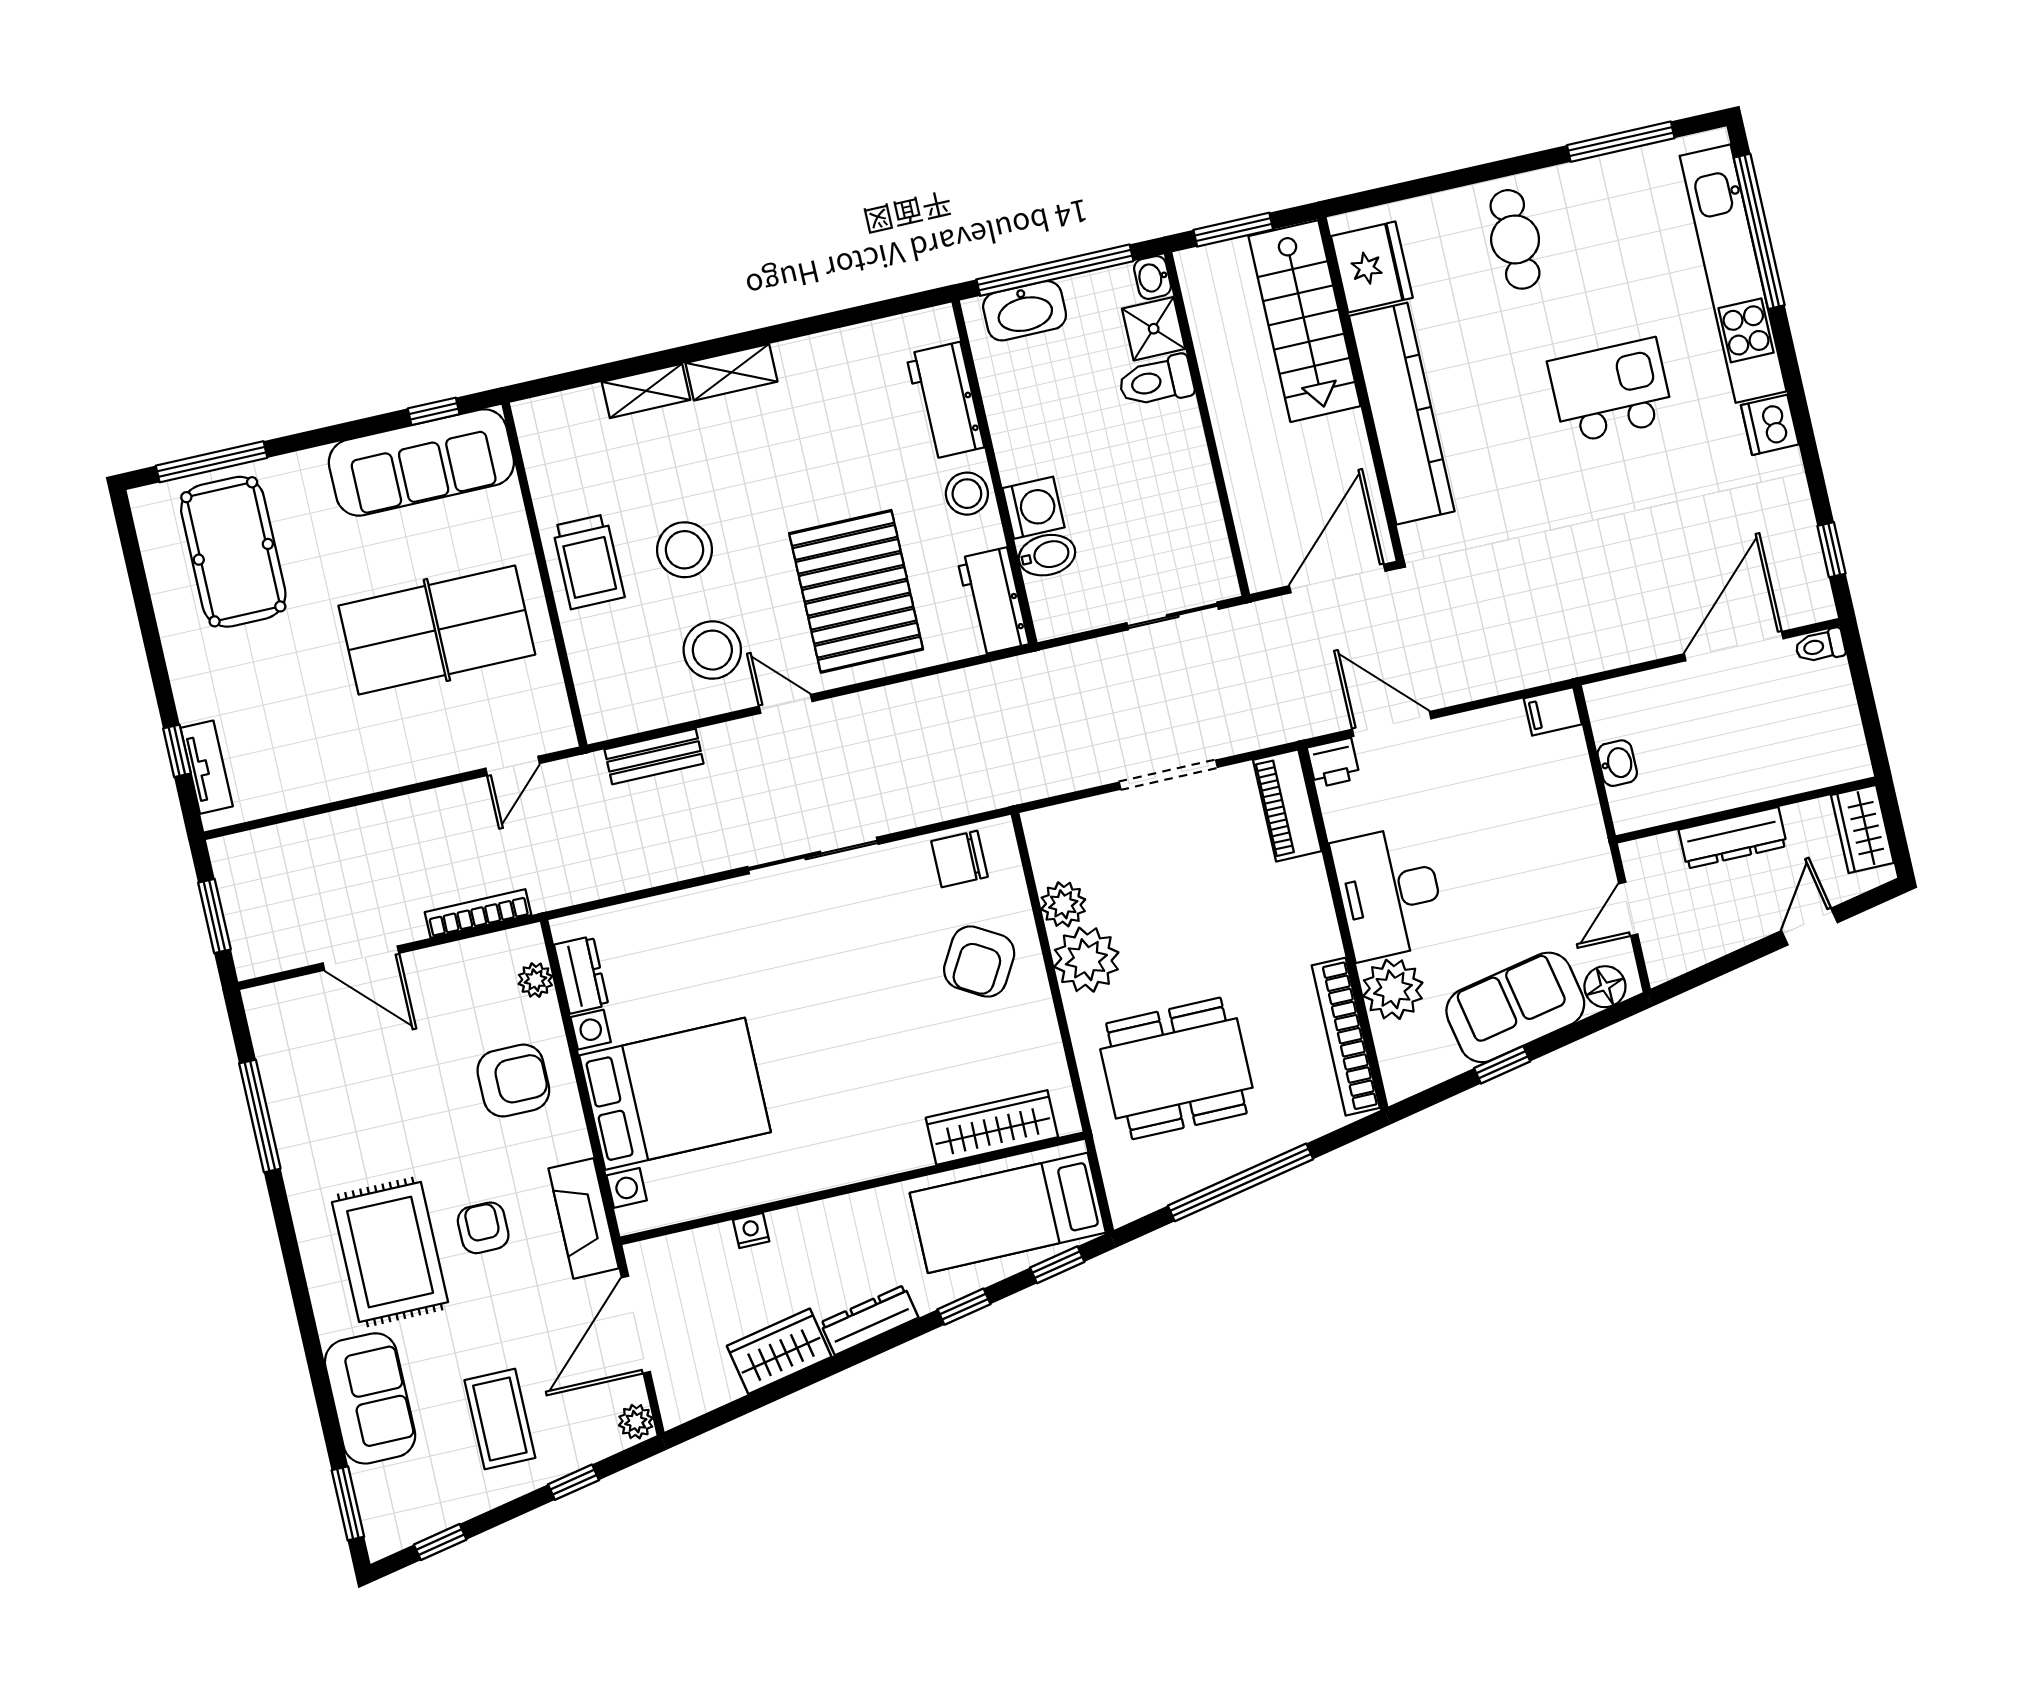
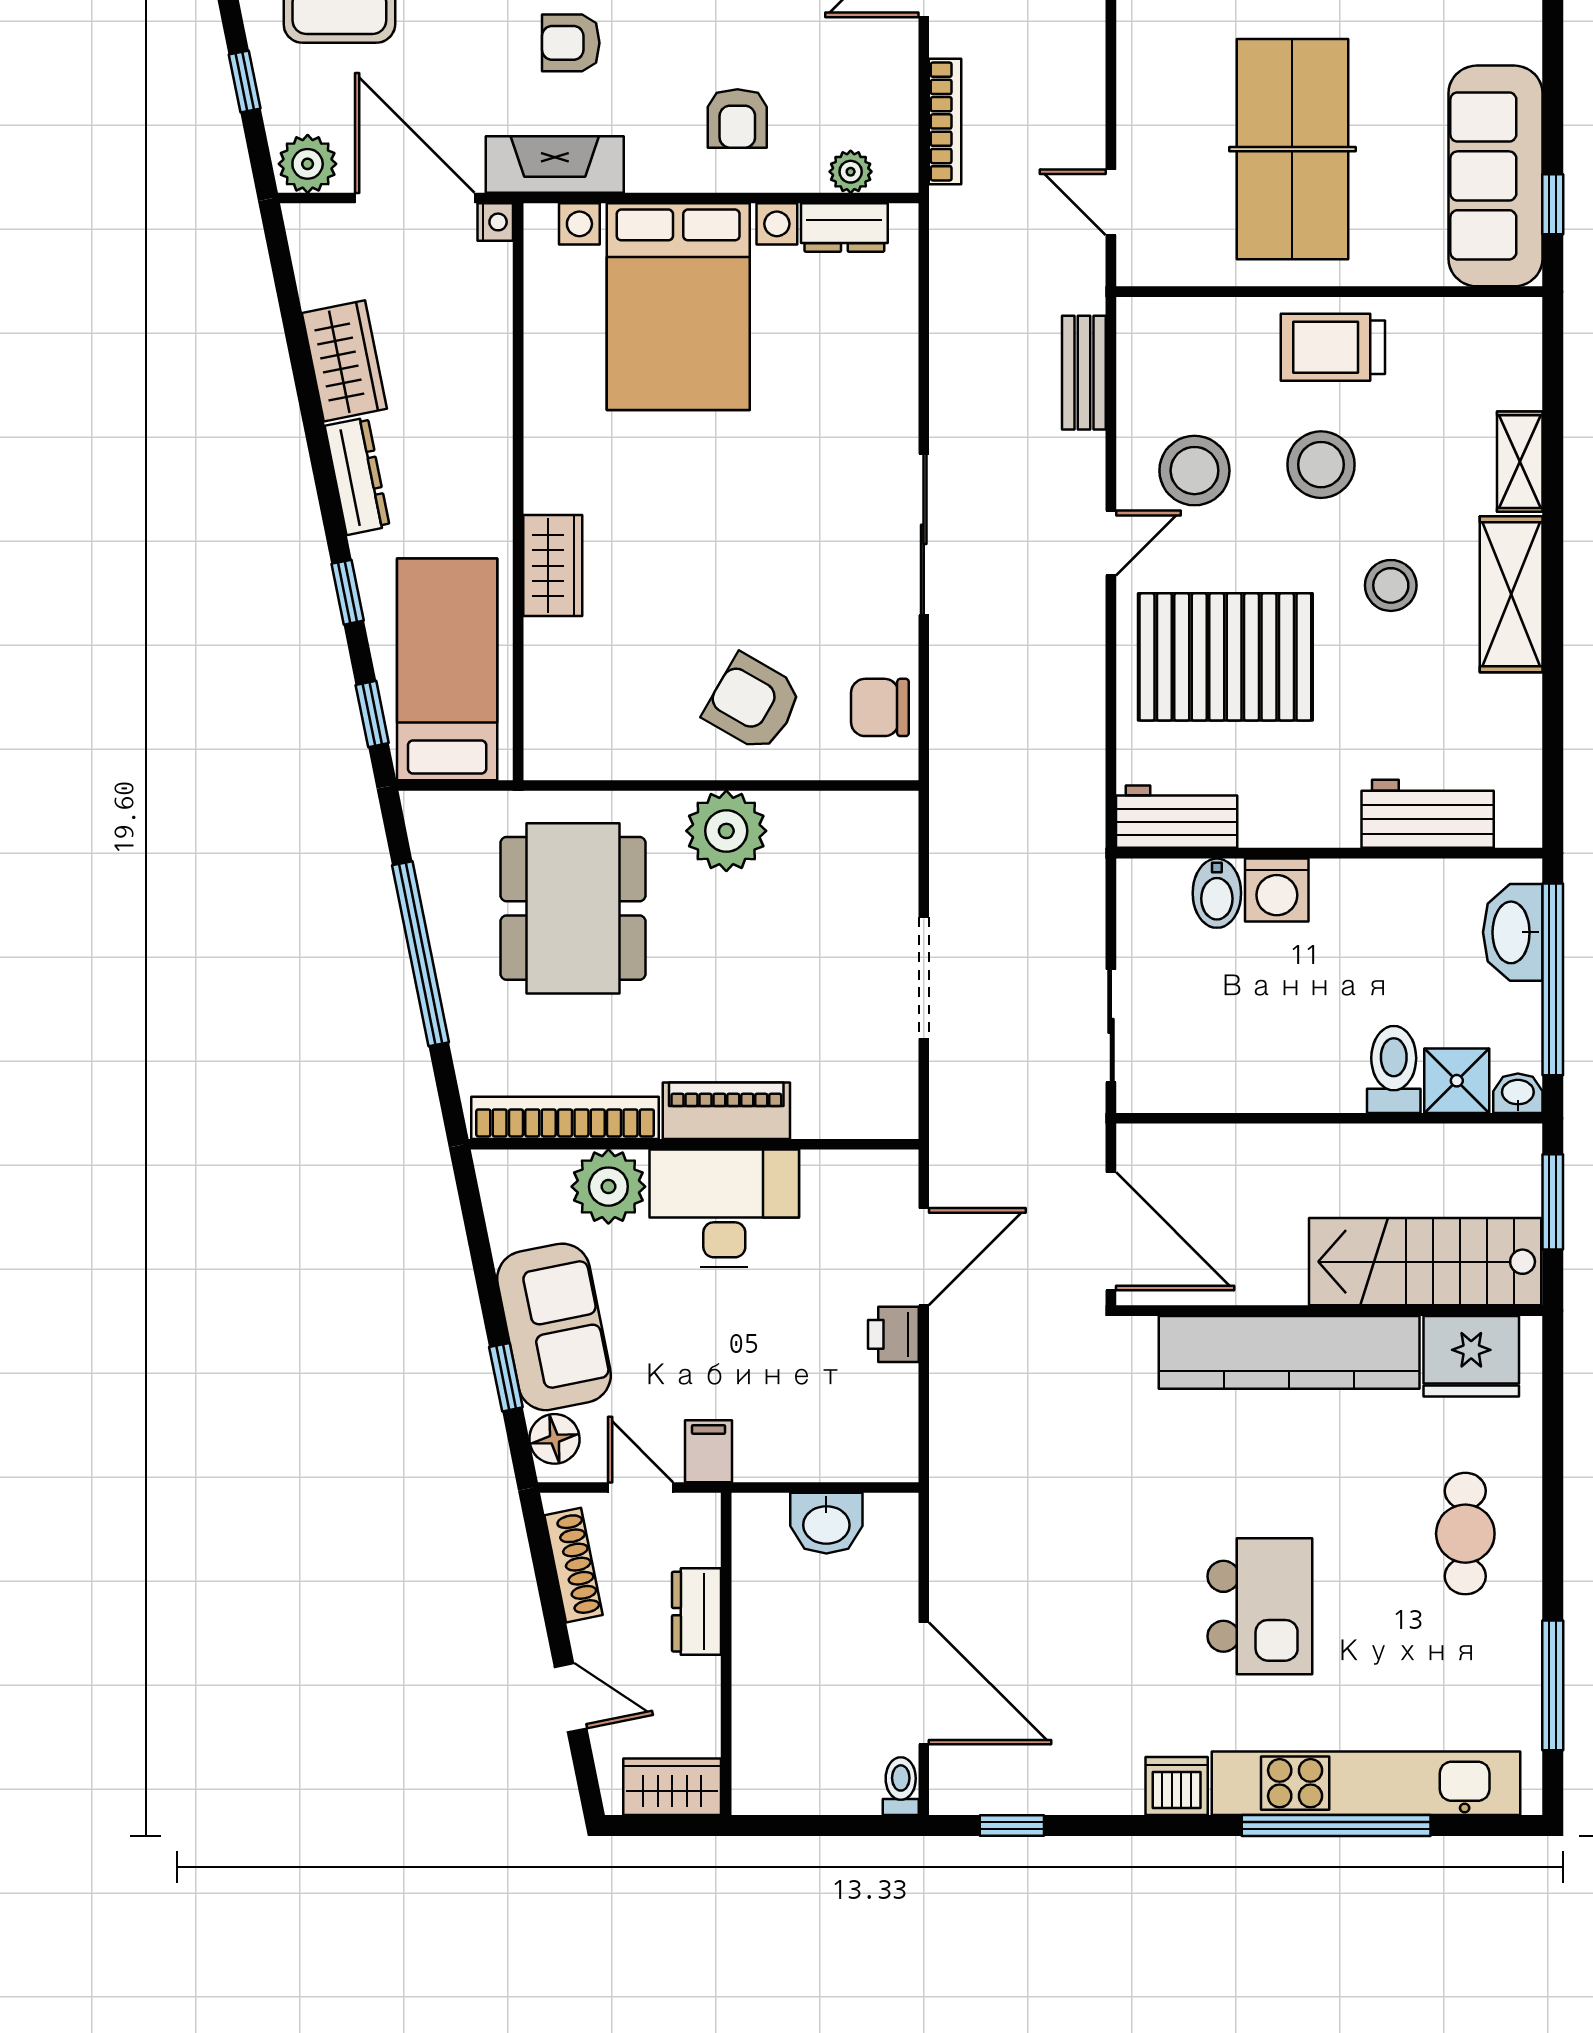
window: (1759, 231) -> (1336, 1825), moved
cafe table: (1515, 239) -> (1465, 1534), turned 90
shelving: (732, 372) -> (1511, 594), width x1.50, depth x1.33
stool: (967, 494) -> (1391, 585), moved
filing cabinet: (1553, 711) -> (709, 1451), moved
printer: (1334, 763) -> (893, 1334), moved
washbasin: (1617, 763) -> (826, 1523), width x1.38, depth x1.45
piano: (1287, 806) -> (726, 1111), moved
dresser: (1733, 838) -> (697, 1612), width x0.70
chair: (960, 859) -> (880, 707), turned -90
plant: (1063, 904) -> (798, 818), removed
shoe rack: (1703, 948) -> (573, 1565), added
window: (1502, 1065) -> (506, 1377), moved
armchair: (513, 1081) -> (737, 118), width x0.72, depth x0.72
wardrobe: (992, 1127) -> (553, 566), moved, width x0.67
armchair: (483, 1228) -> (571, 43), turned 180
nightstand: (751, 1231) -> (495, 222), moved
plant: (636, 1422) -> (308, 164), width x1.38, depth x1.38

